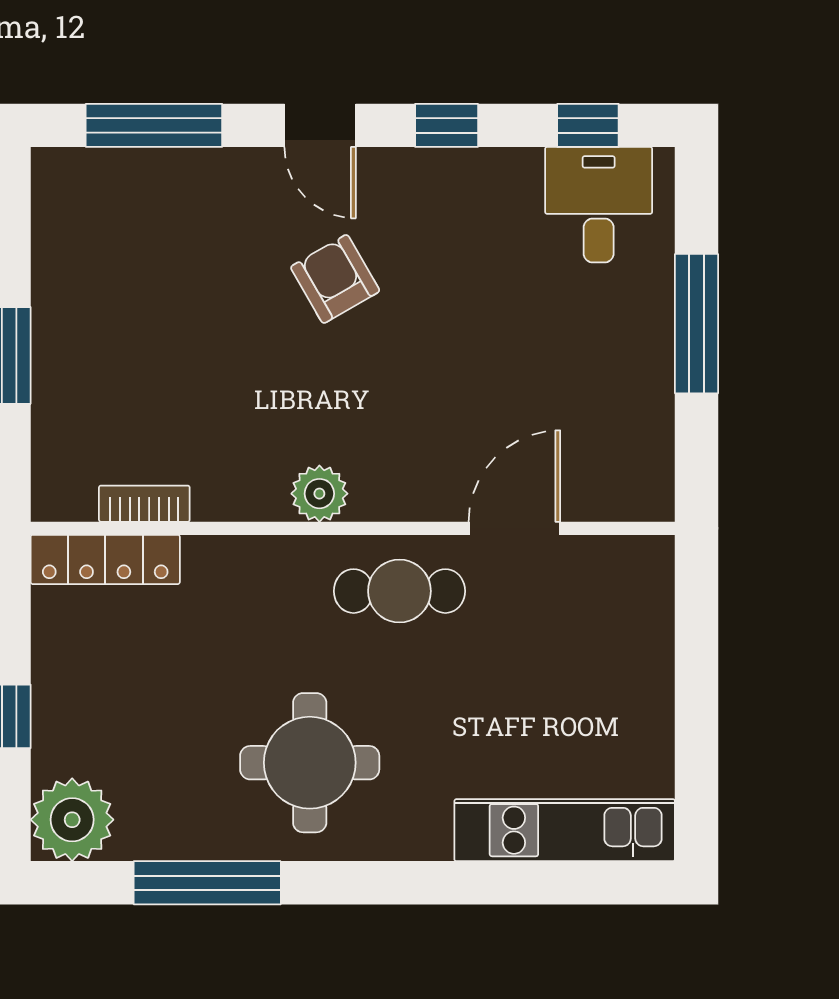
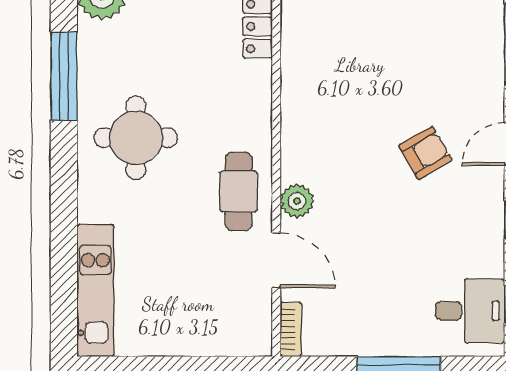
plant: (319, 494) -> (297, 201), moved
bookcase: (144, 504) -> (291, 329), moved

